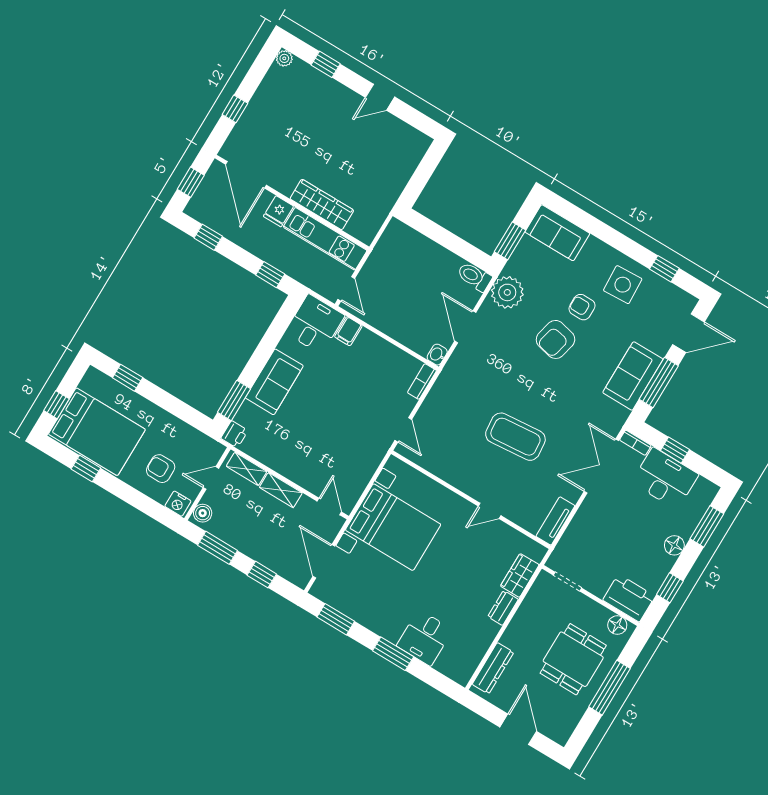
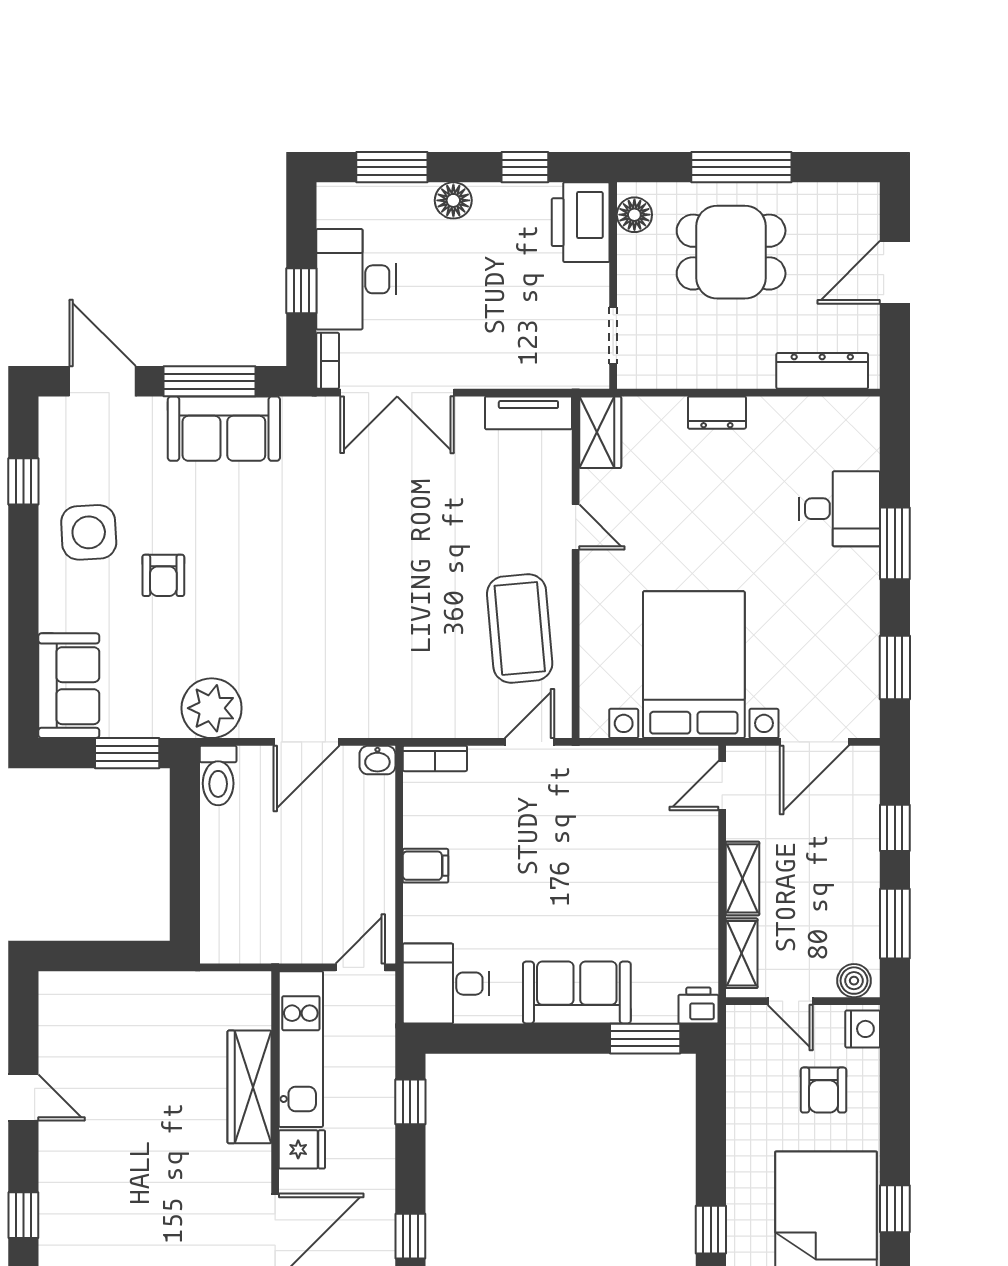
filing cabinet: (348, 331) -> (425, 866), moved
armchair: (556, 339) -> (240, 586), removed
coffee table: (515, 437) -> (520, 628), moved
wardrobe: (520, 575) -> (600, 432), moved, turned -90

